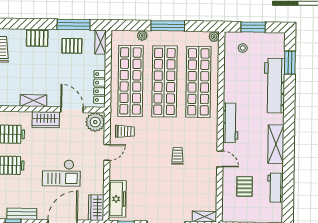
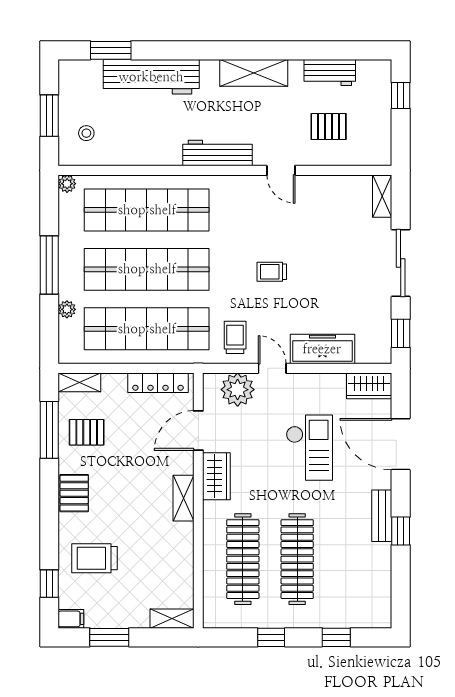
pallet: (72, 46) -> (87, 432), turned 90
plant: (95, 122) -> (238, 390), moved
trolley: (178, 156) -> (272, 272), moved
door: (220, 159) -> (281, 170), swing flipped
freezer: (117, 199) -> (322, 349), moved

